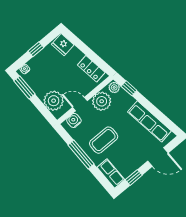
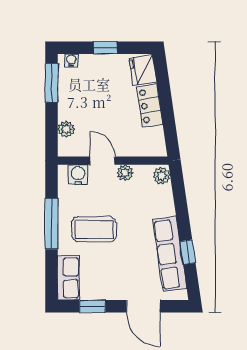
locker: (91, 69) -> (150, 106), moved
window: (129, 88) -> (188, 252), moved
plant: (54, 101) -> (66, 129), width x0.53, depth x0.53
plant: (102, 101) -> (125, 173), width x0.53, depth x0.53

